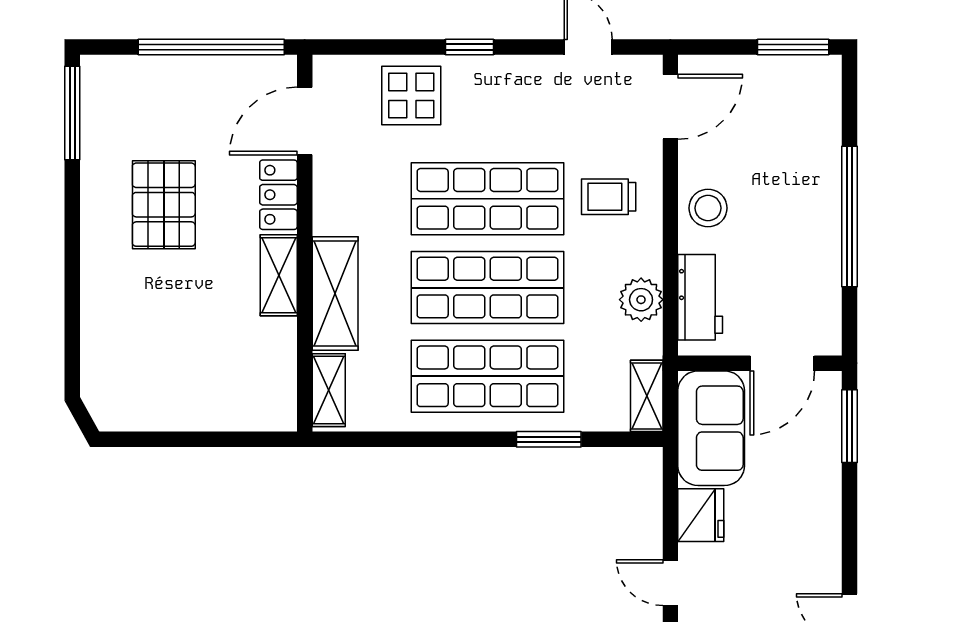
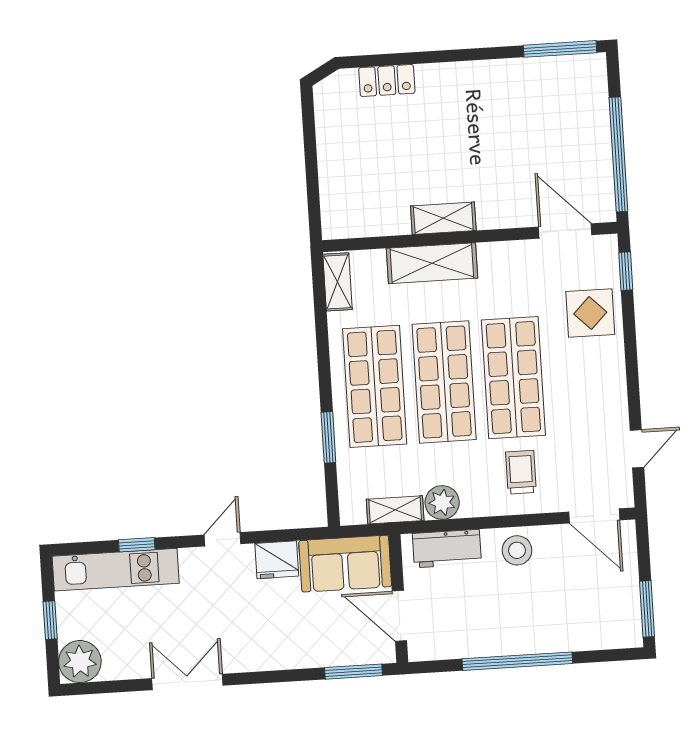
window: (470, 47) -> (626, 271), moved
locker: (278, 195) -> (387, 80), moved, turned 180
pallet: (164, 205) -> (493, 125), removed
shelving: (329, 390) -> (338, 282), moved, turned 90
shelving: (647, 396) -> (395, 510), moved

